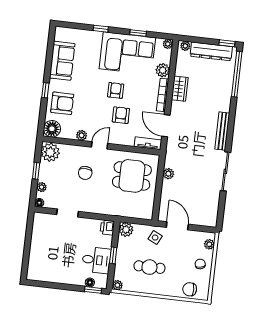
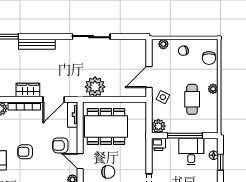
wardrobe: (180, 89) -> (28, 90), moved
armchair: (121, 115) -> (60, 145), moved
bench: (222, 131) -> (37, 44), moved
plant: (168, 174) -> (95, 87), width x1.87, depth x1.87
dining table: (132, 176) -> (106, 126), width x1.37
window: (113, 255) -> (185, 136), width x2.17
plant: (117, 285) -> (213, 89), moved
window: (93, 290) -> (220, 162), moved

